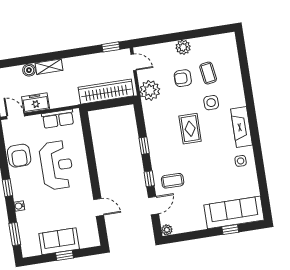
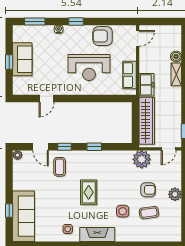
armchair: (183, 78) -> (148, 190), turned 90
freezer: (36, 103) -> (146, 85), moved
rug: (190, 129) -> (89, 192), moved, turned 90

